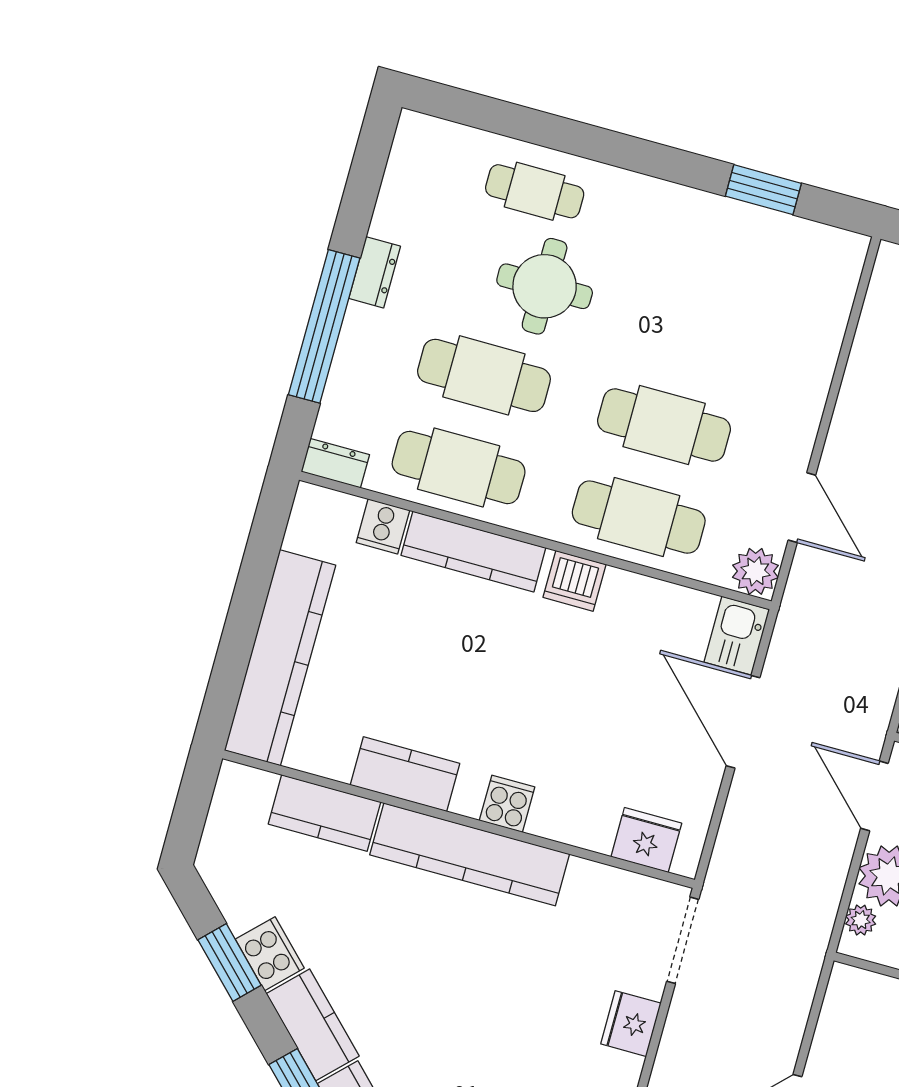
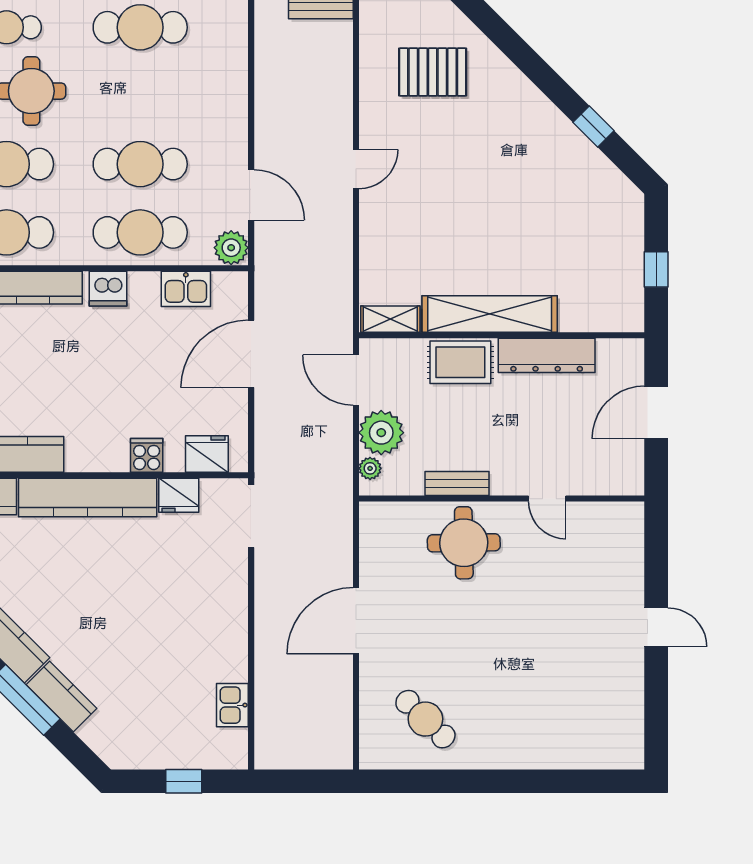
cafe table: (715, 241) -> (140, 27), added
kitchen sink: (737, 636) -> (186, 289), moved, turned -90
door: (743, 722) -> (251, 354), hinge flipped
cooker: (507, 804) -> (147, 455), moved
fridge: (631, 1024) -> (179, 495), moved, turned -90

